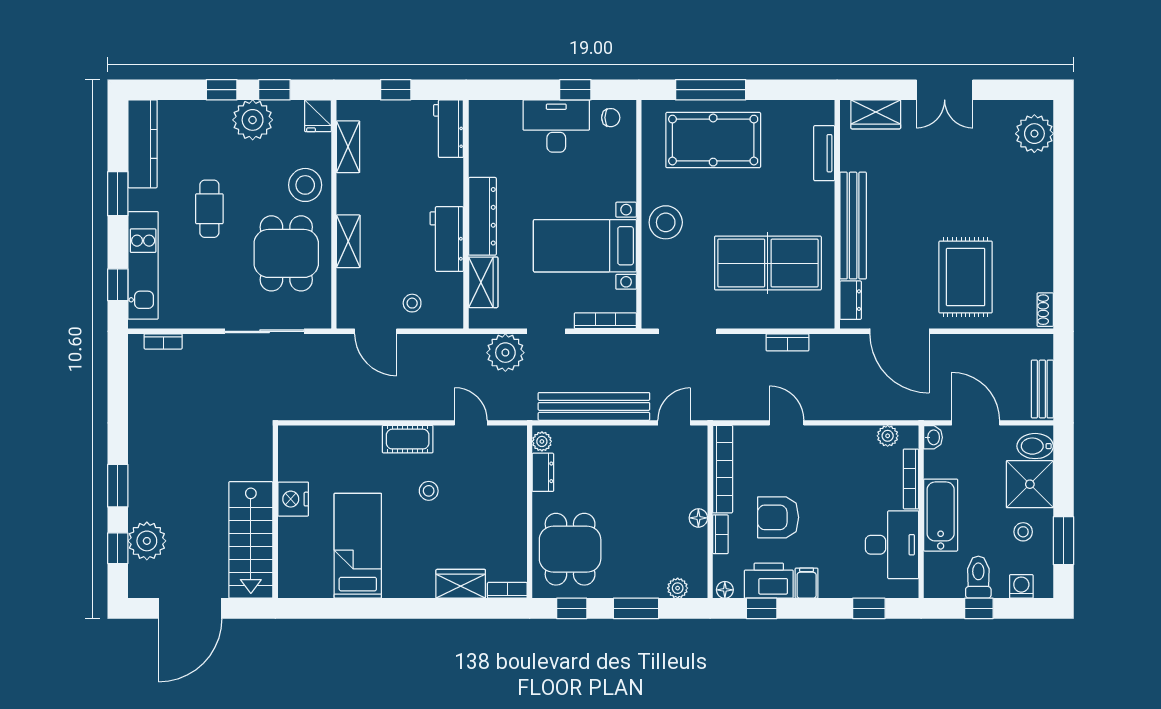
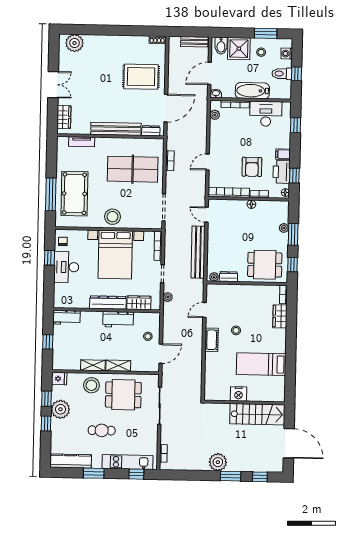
shelving: (348, 147) -> (93, 365), moved
bed with nightstands: (585, 246) -> (115, 255), width x1.36
table tennis table: (768, 263) -> (133, 169), turned 90
plant: (505, 353) -> (168, 297), width x0.53, depth x0.53
plant: (147, 541) -> (218, 462), moved
plant: (678, 588) -> (284, 228), moved

